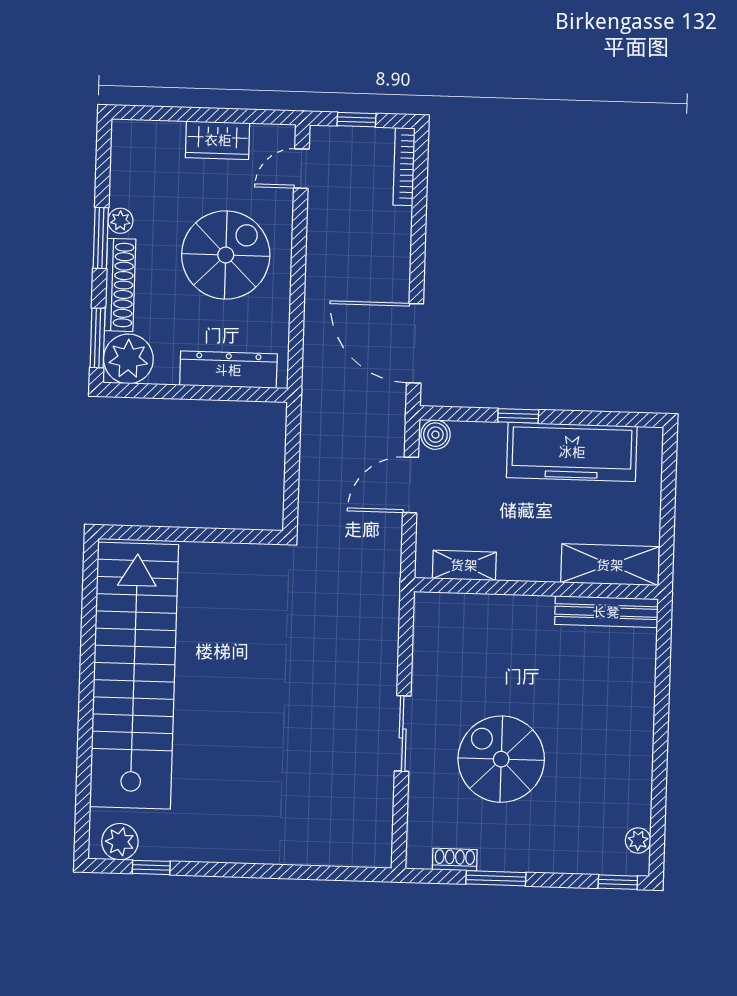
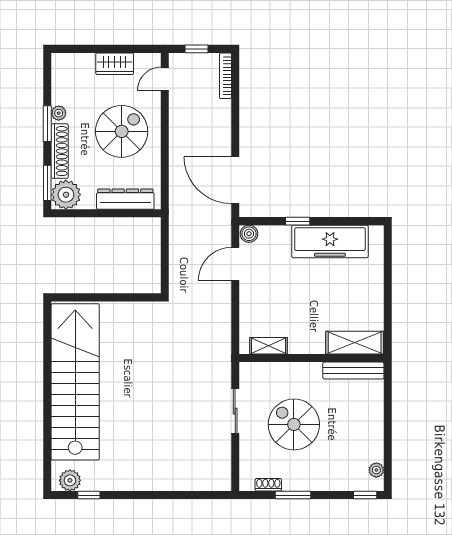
shelving: (464, 565) -> (268, 346), moved
shelving: (610, 565) -> (355, 343), moved
wall: (536, 588) -> (311, 358), moved
bench: (606, 612) -> (353, 371), moved

